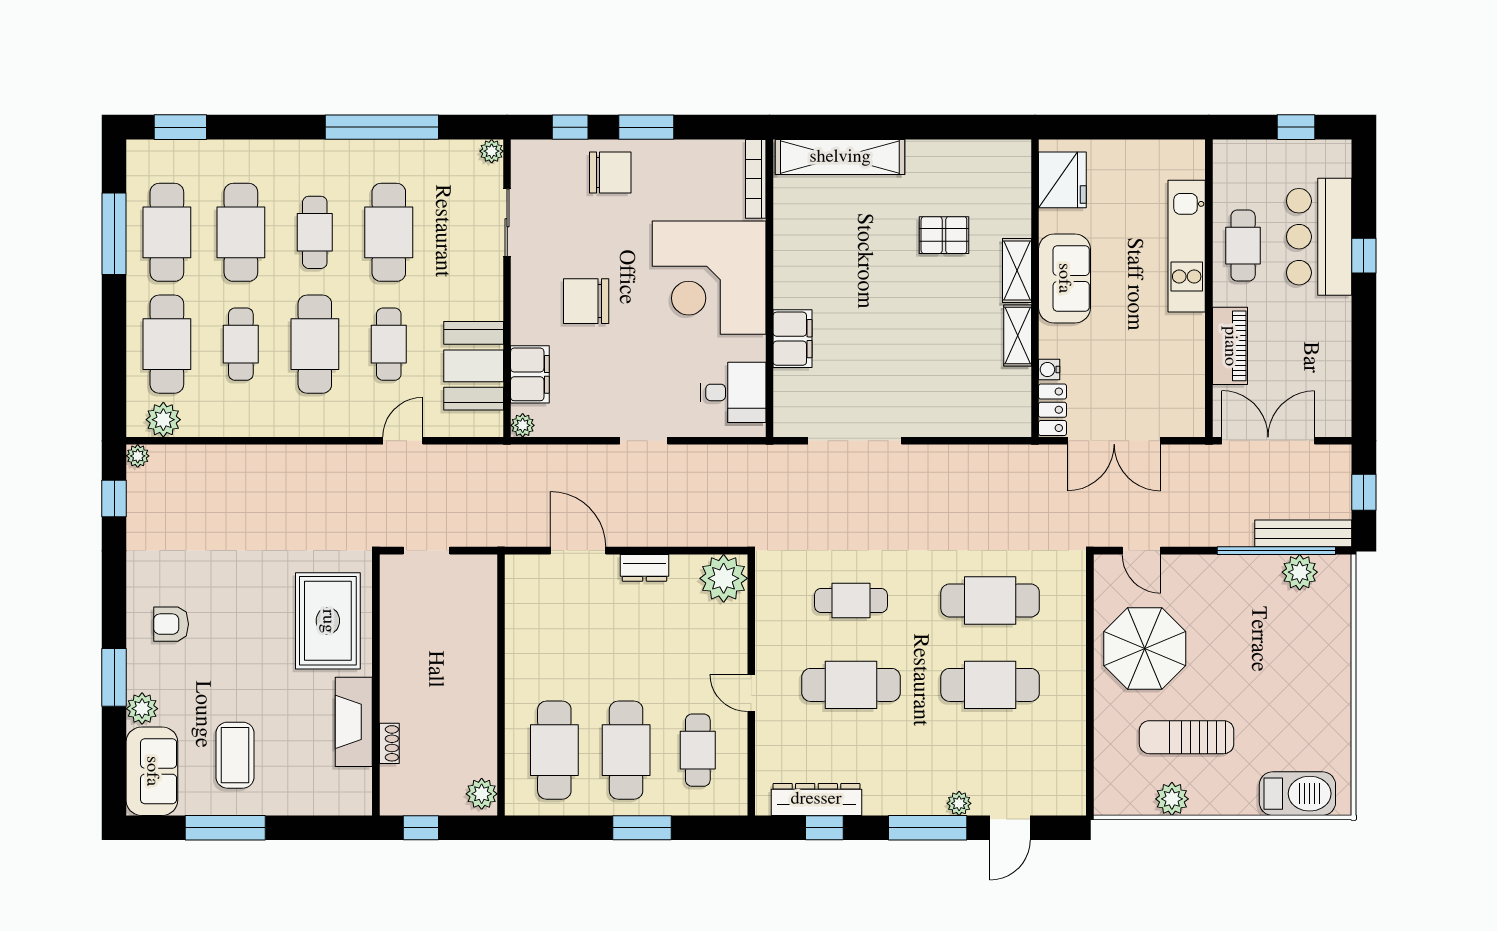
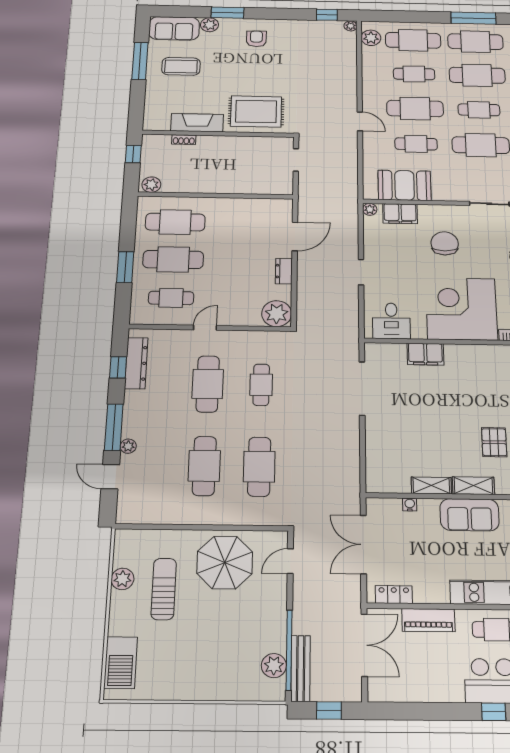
locker: (1052, 410) -> (394, 595), moved, turned 180
door: (403, 441) -> (360, 121), moved

